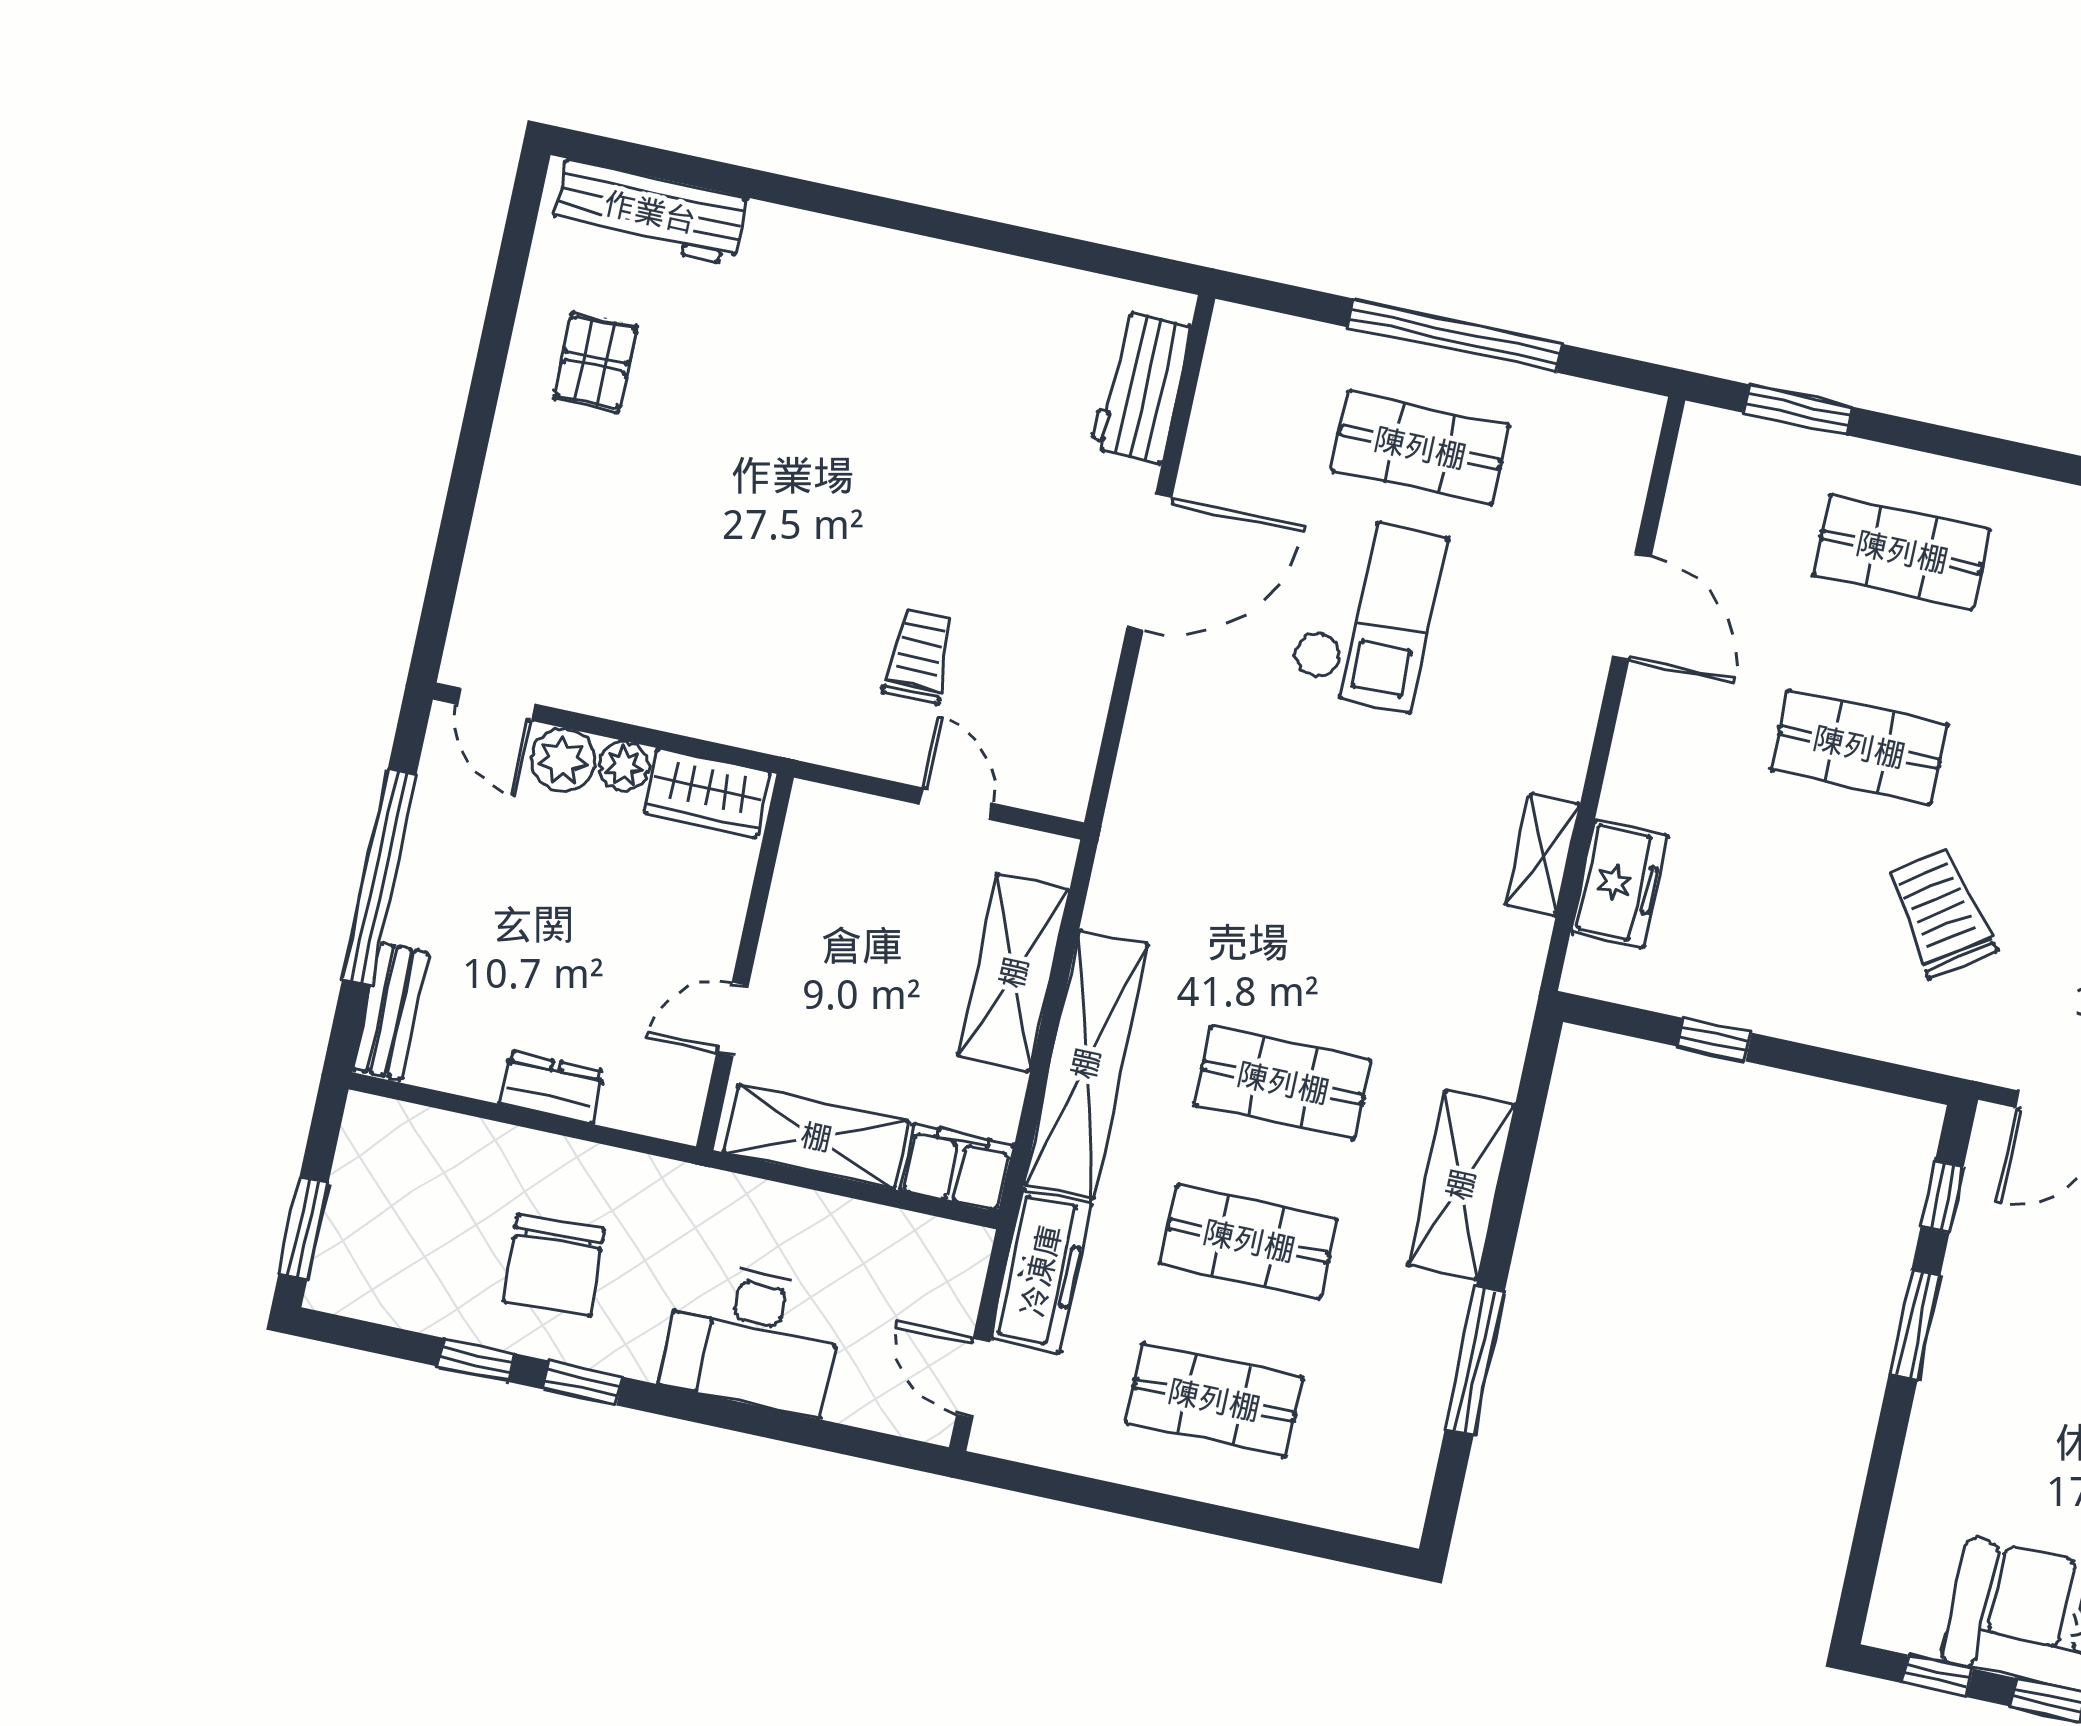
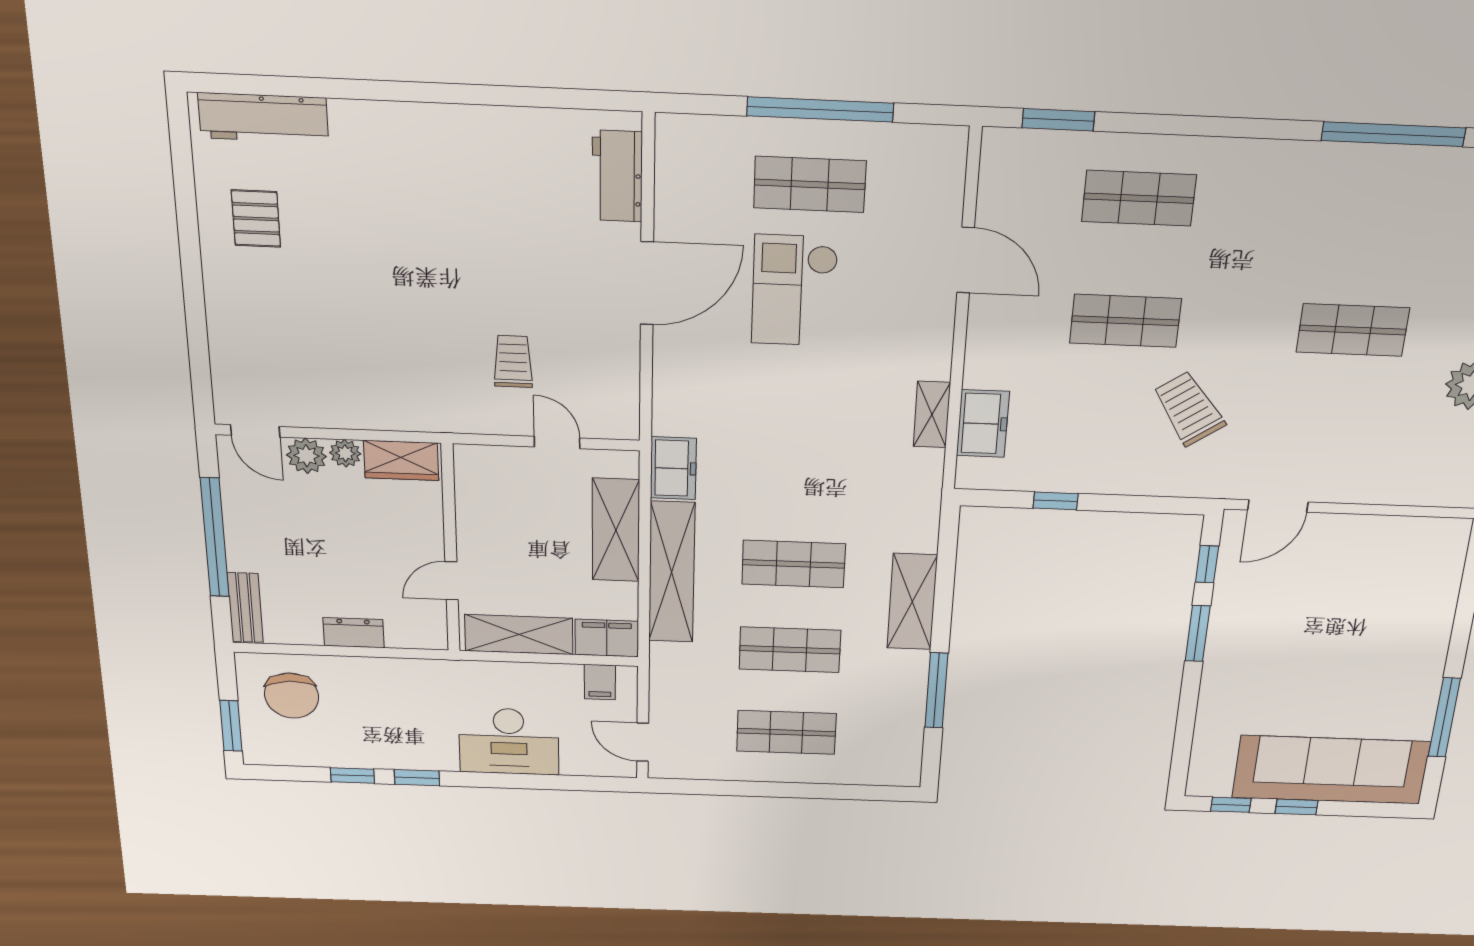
checkout: (1368, 612) -> (795, 291), turned 180
filing cabinet: (927, 1249) -> (600, 682), added
chair: (554, 1265) -> (292, 696), moved
freezer: (1041, 1271) -> (673, 468), moved, width x0.71

